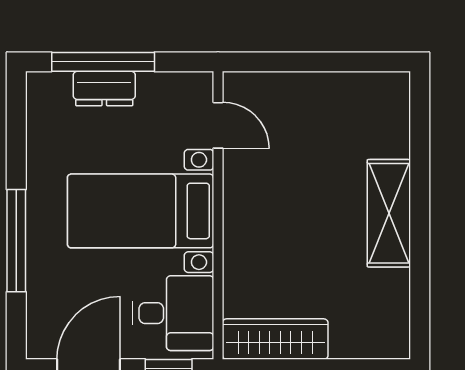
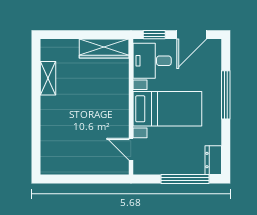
dresser: (104, 89) -> (213, 160), moved, turned -90
shelving: (389, 213) -> (48, 78), moved, width x0.67, depth x0.75

